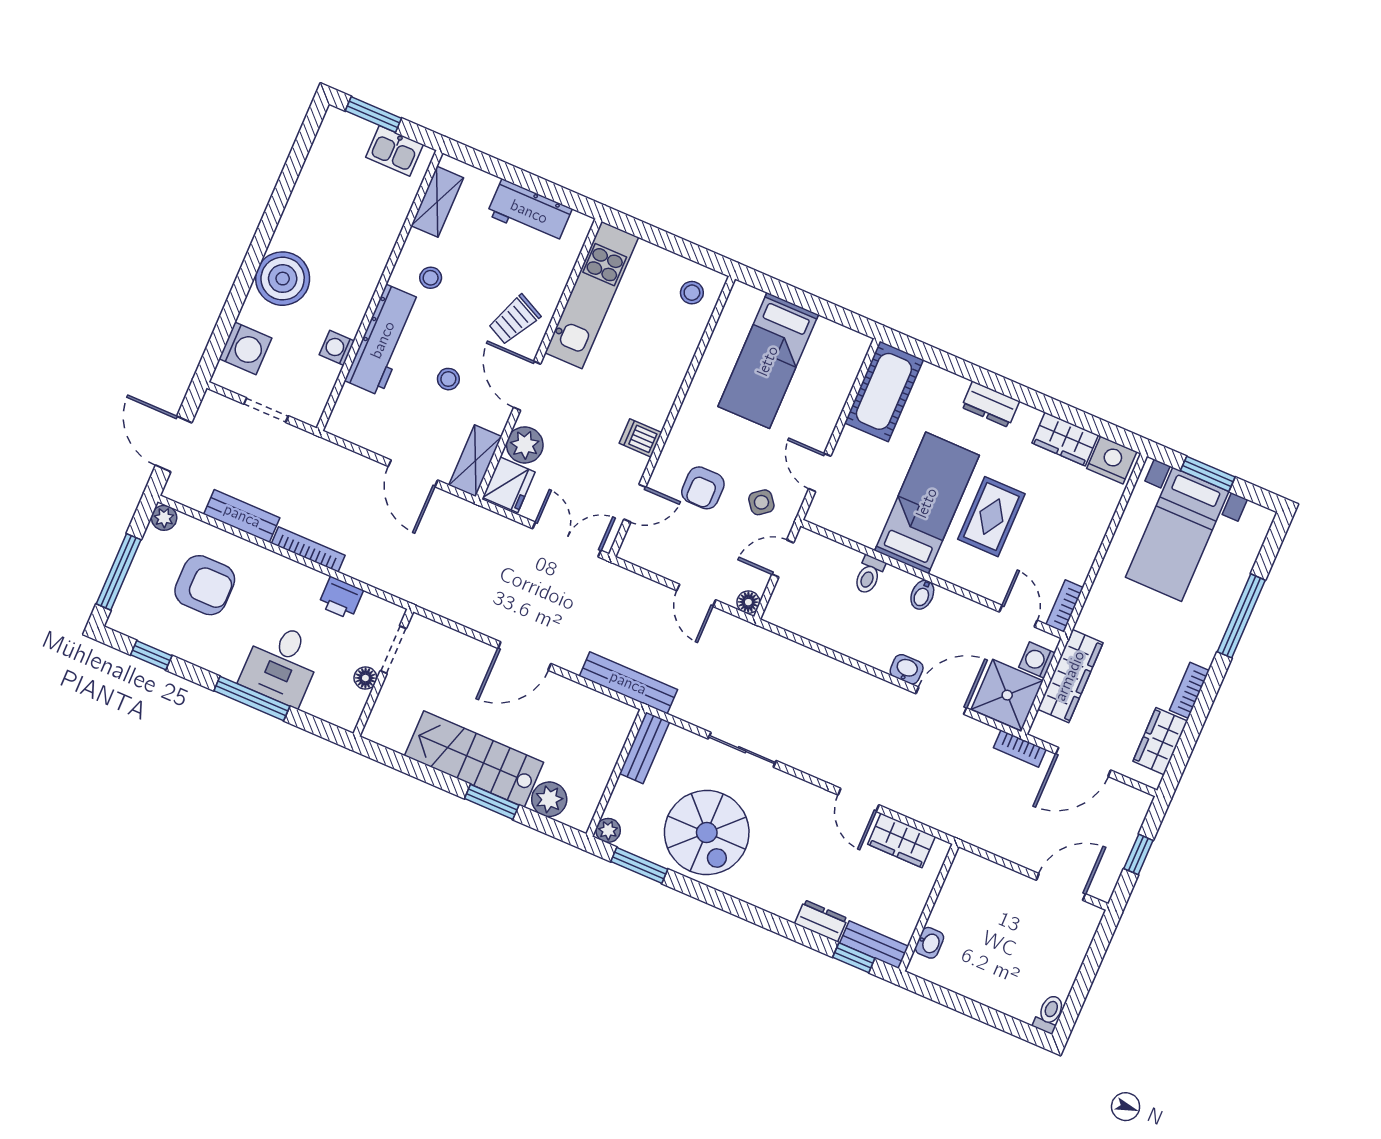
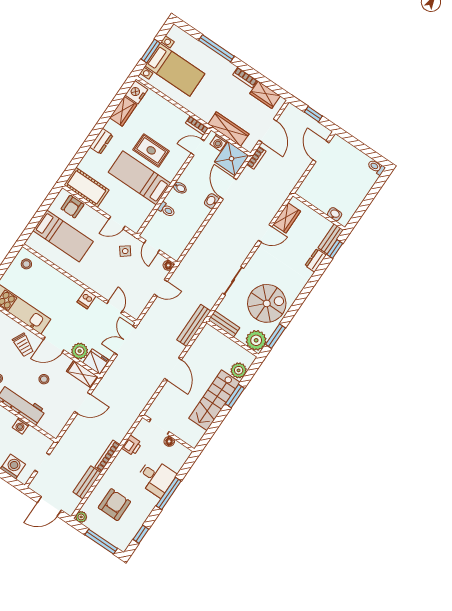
armchair: (703, 488) -> (72, 207), moved, turned 90
plant: (608, 830) -> (256, 340), width x1.88, depth x1.88

